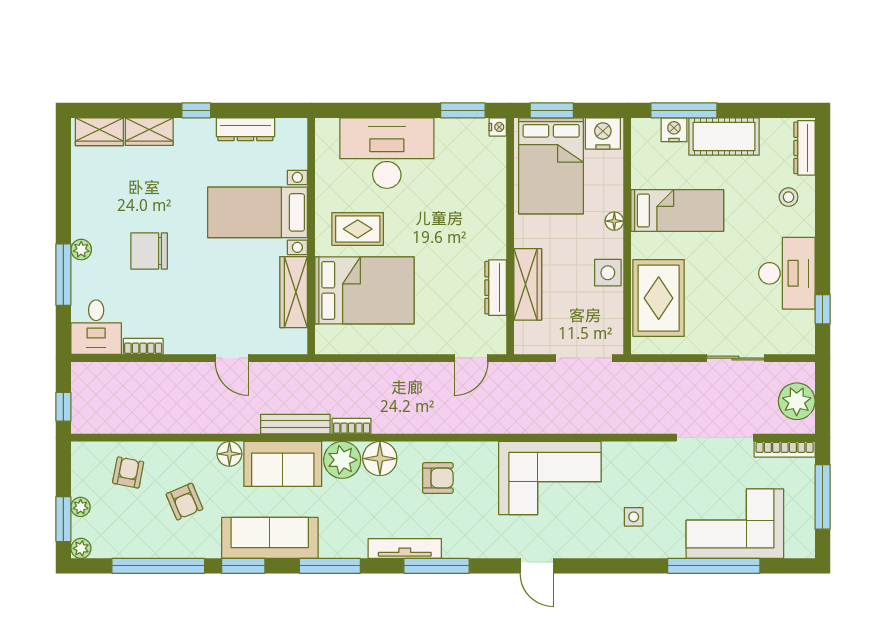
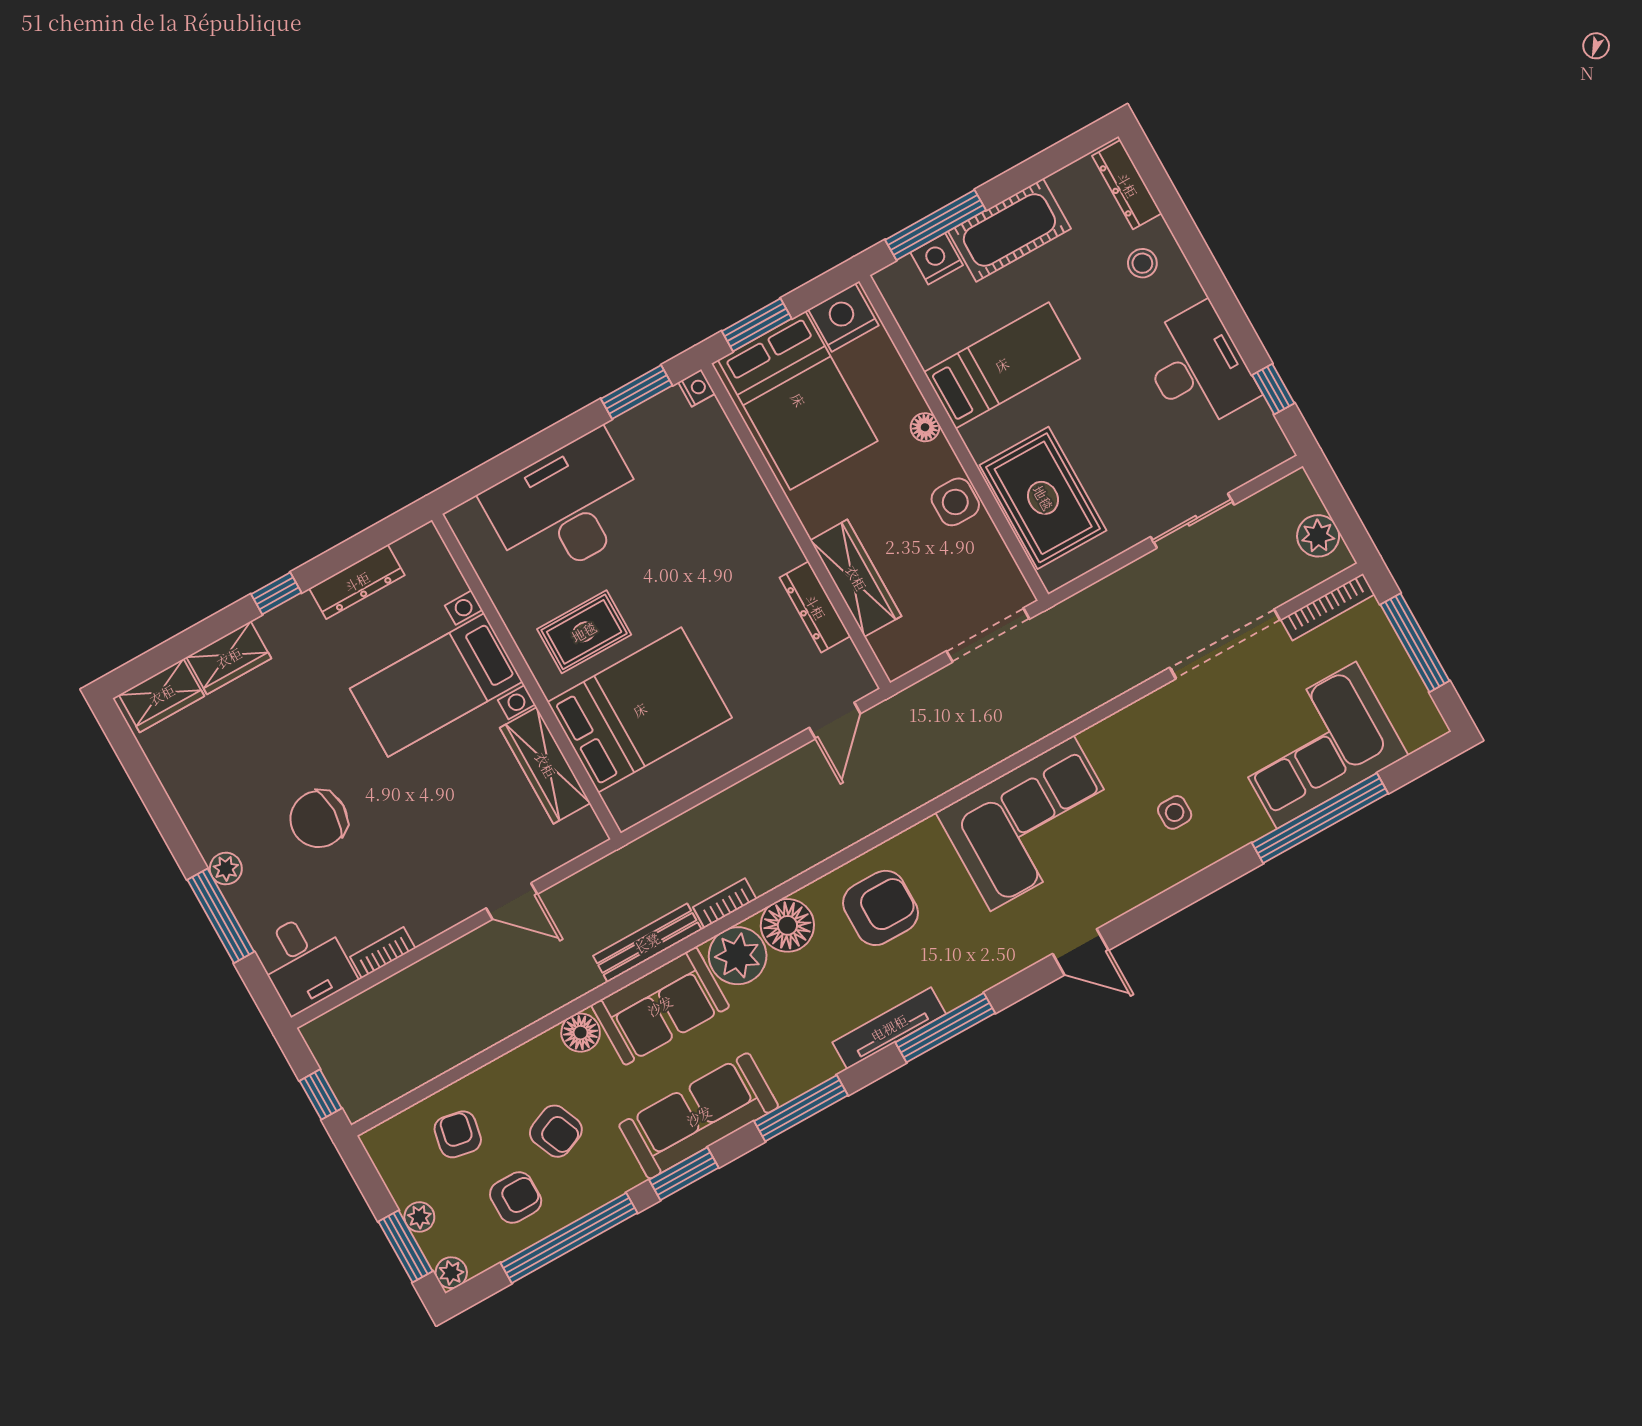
plant: (797, 401) -> (1318, 536), width x0.73, depth x0.73
armchair: (438, 478) -> (881, 908), width x1.38, depth x1.38
armchair: (141, 526) -> (516, 1198), added

